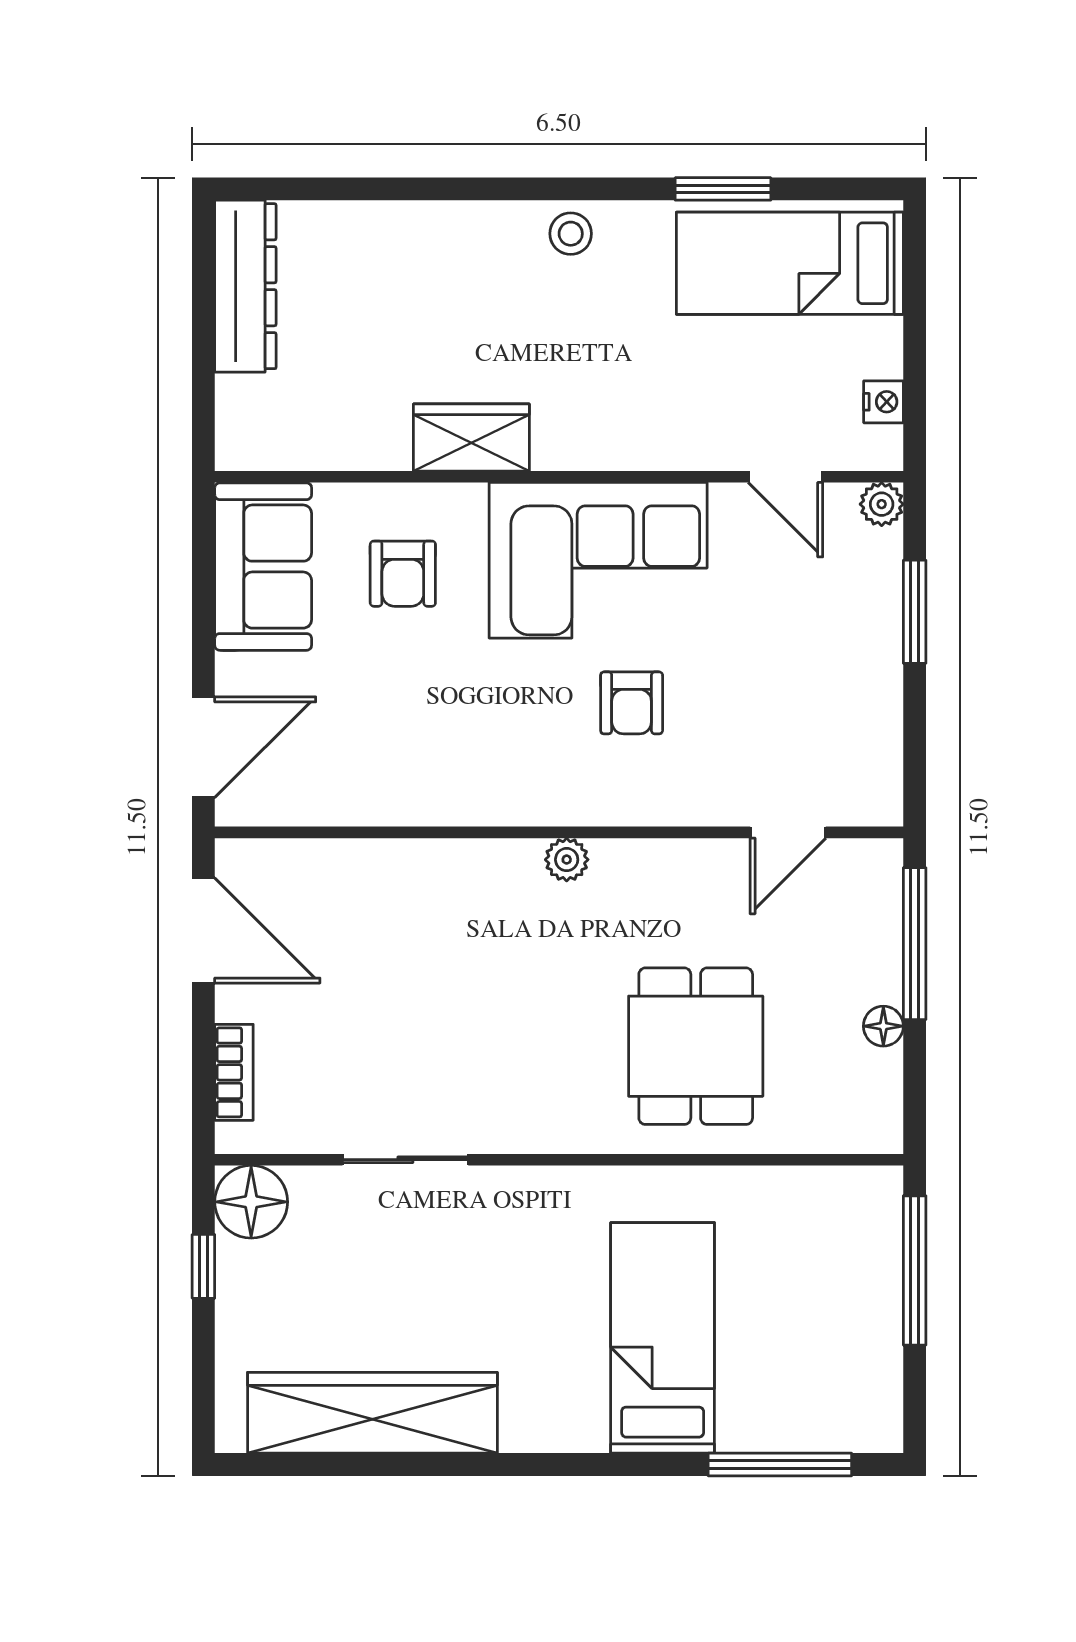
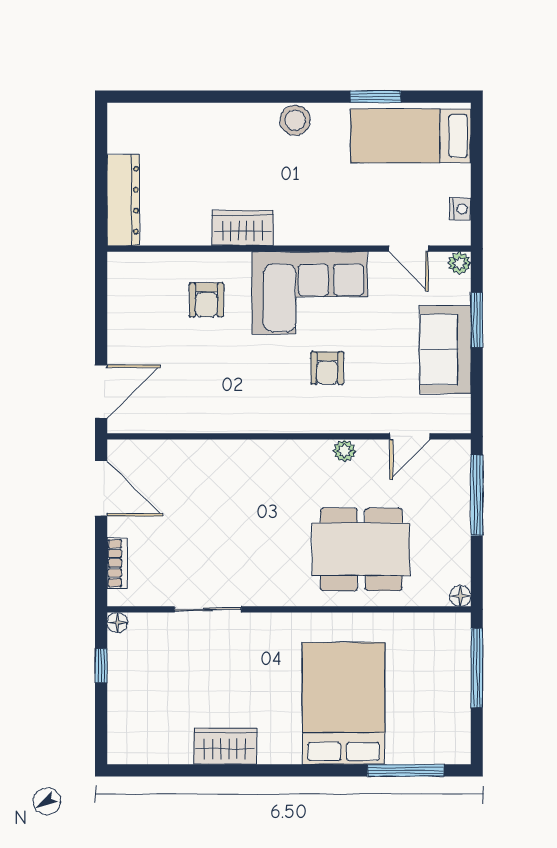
stool: (571, 234) -> (295, 120), width x1.37, depth x1.37
dresser: (245, 286) -> (123, 200), moved
sofa: (263, 567) -> (445, 350), moved, turned 180
plant: (567, 860) -> (345, 451), moved
floor lamp: (883, 1026) -> (460, 596), moved
dining table: (696, 1046) -> (361, 549), width x1.38
floor lamp: (251, 1202) -> (117, 623), width x0.53, depth x0.53
bed: (663, 1338) -> (344, 703), width x1.50
wardrobe: (372, 1413) -> (225, 746), width x0.48, depth x0.85

